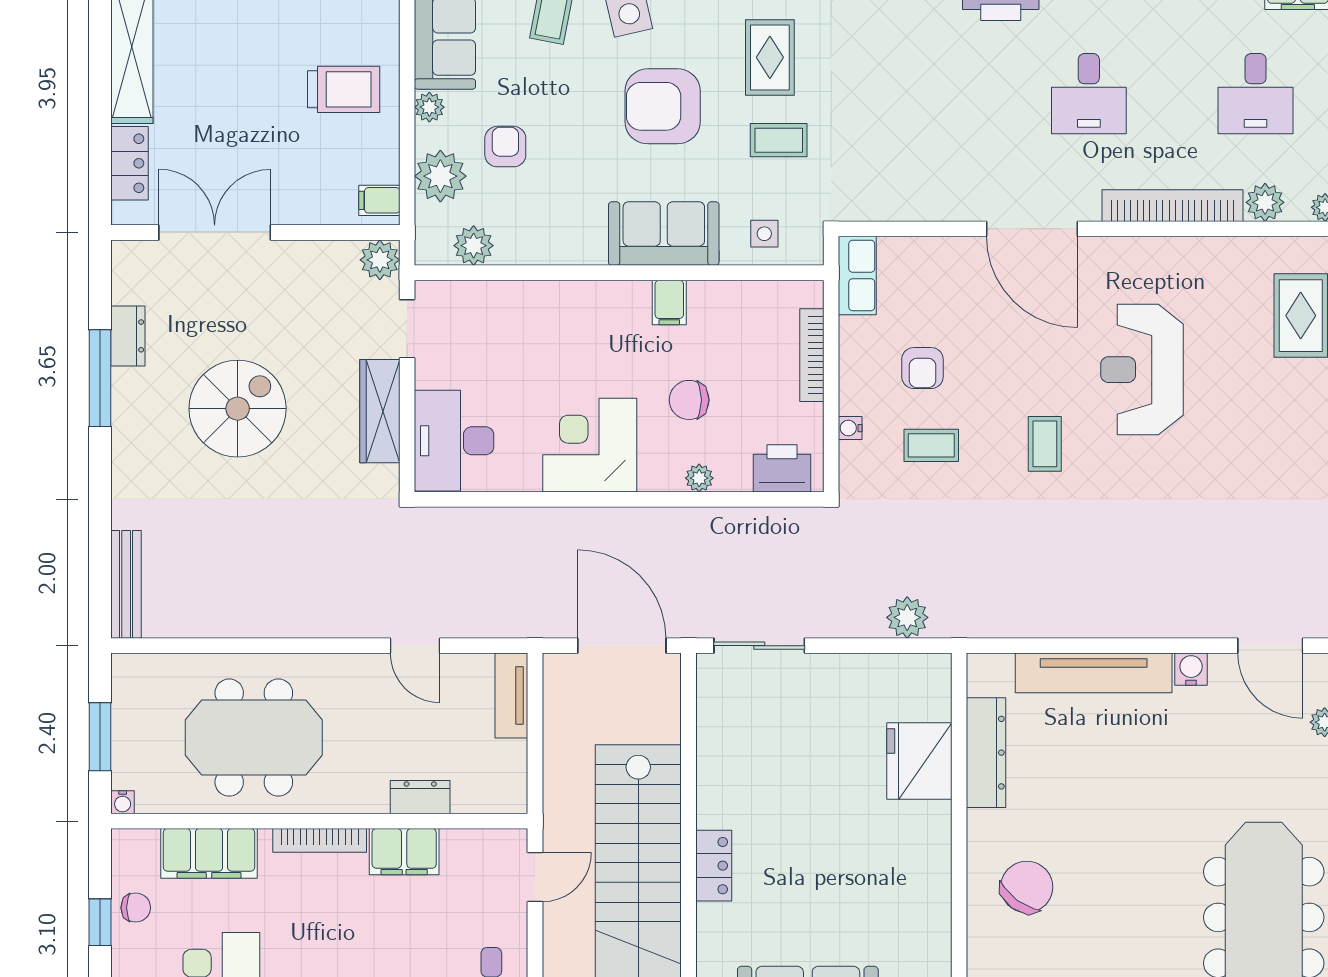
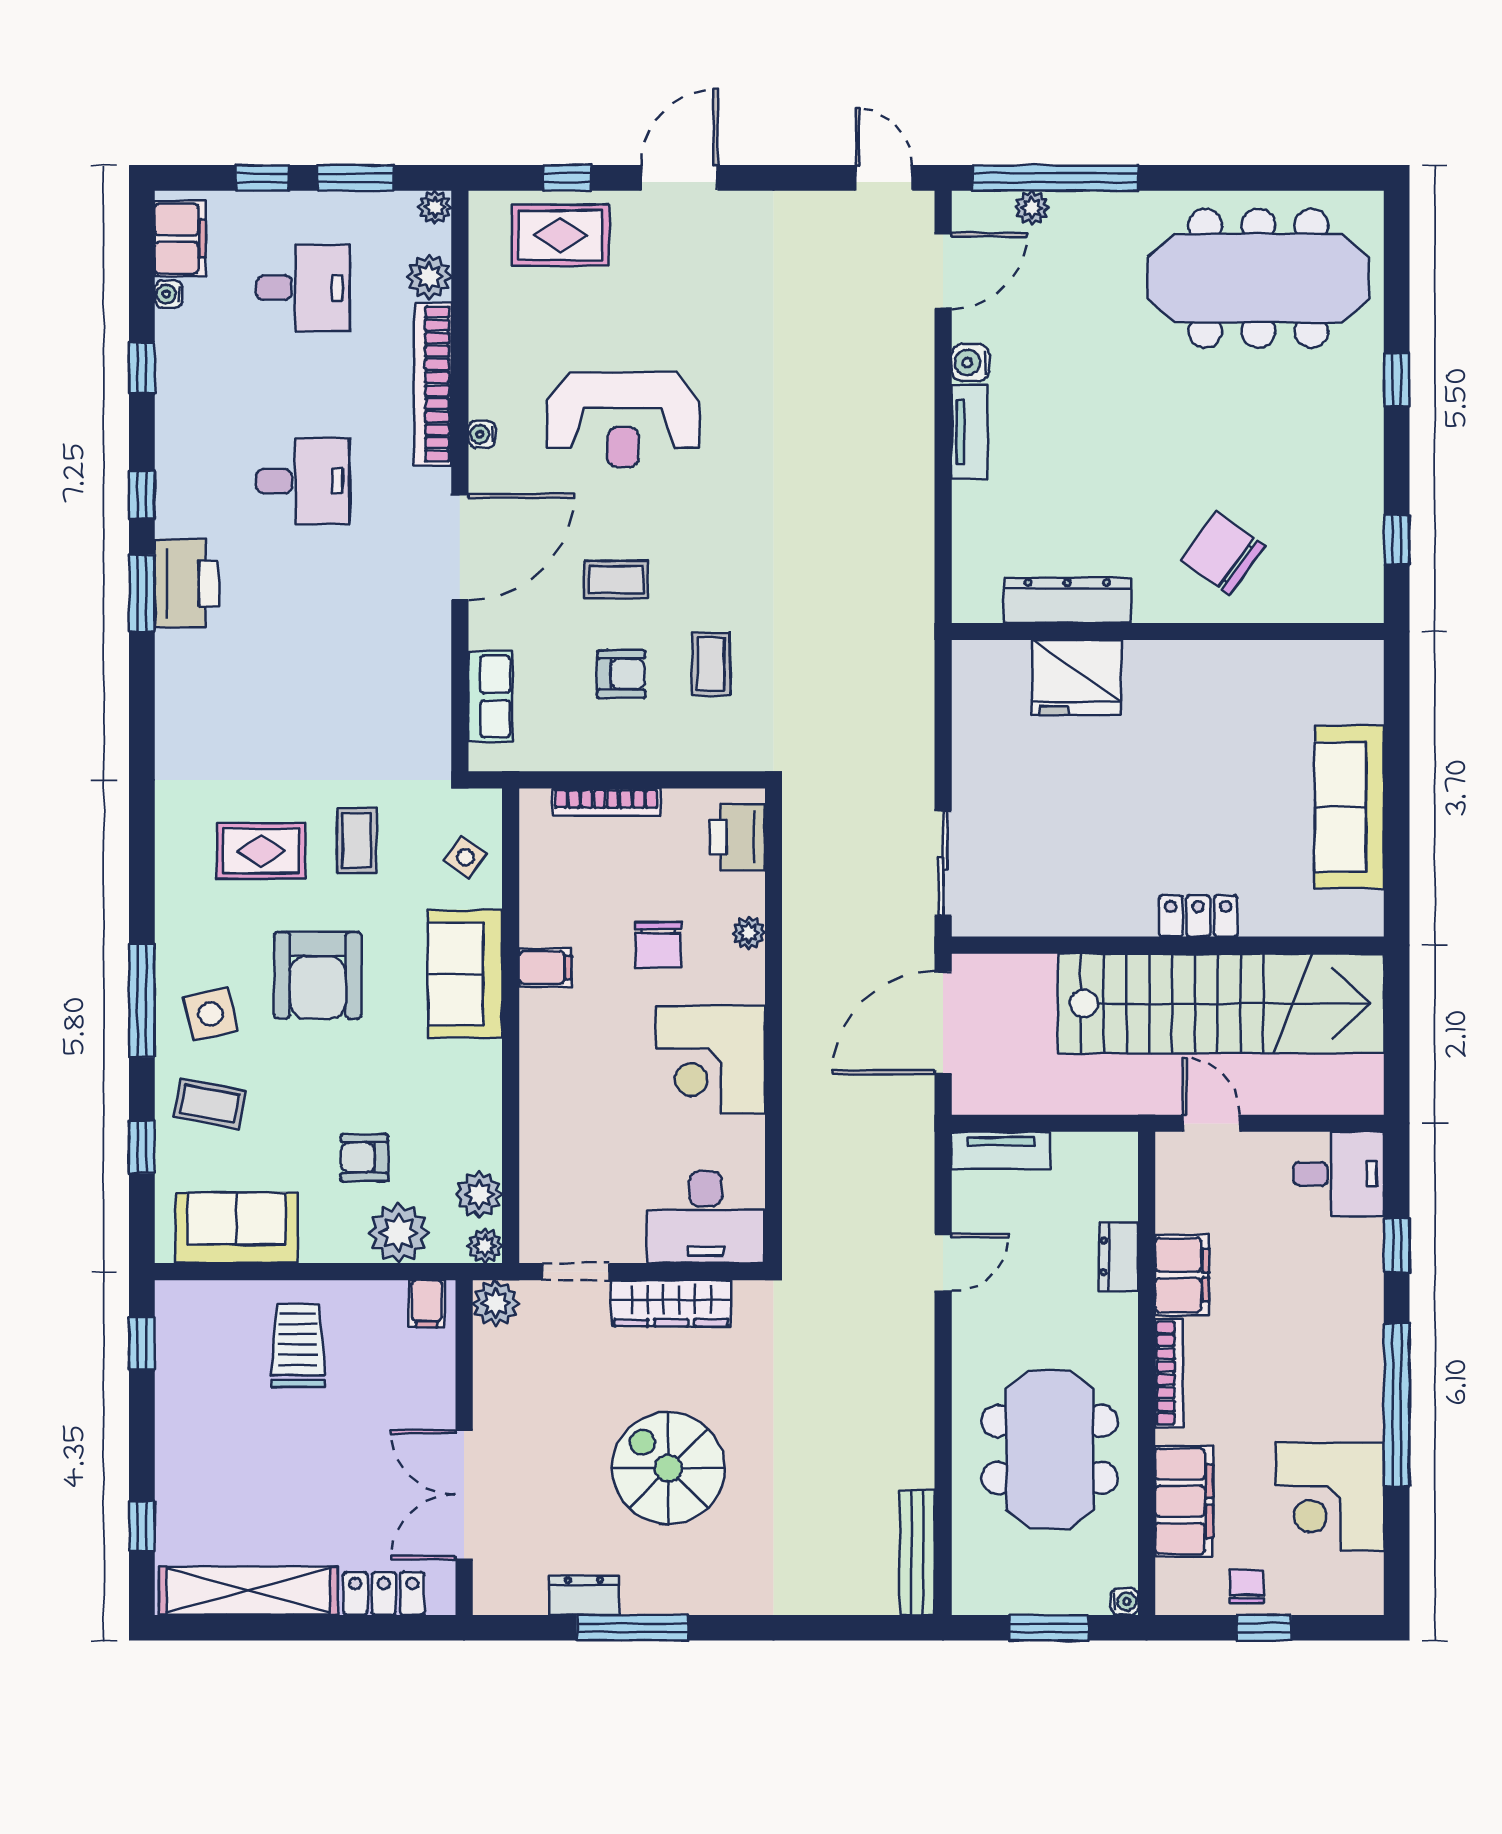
plant: (429, 107) -> (485, 1246), moved
side table: (764, 234) -> (465, 857), turned 35
row of seats: (857, 275) -> (490, 697), moved, turned 90
water cooler: (850, 428) -> (482, 434), moved, turned 90
coffee table: (1045, 444) -> (616, 580), moved
bench: (126, 584) -> (917, 1553), moved, turned 90
plant: (907, 617) -> (910, 692), removed
tv unit: (1094, 673) -> (970, 432), width x0.52, depth x0.78

